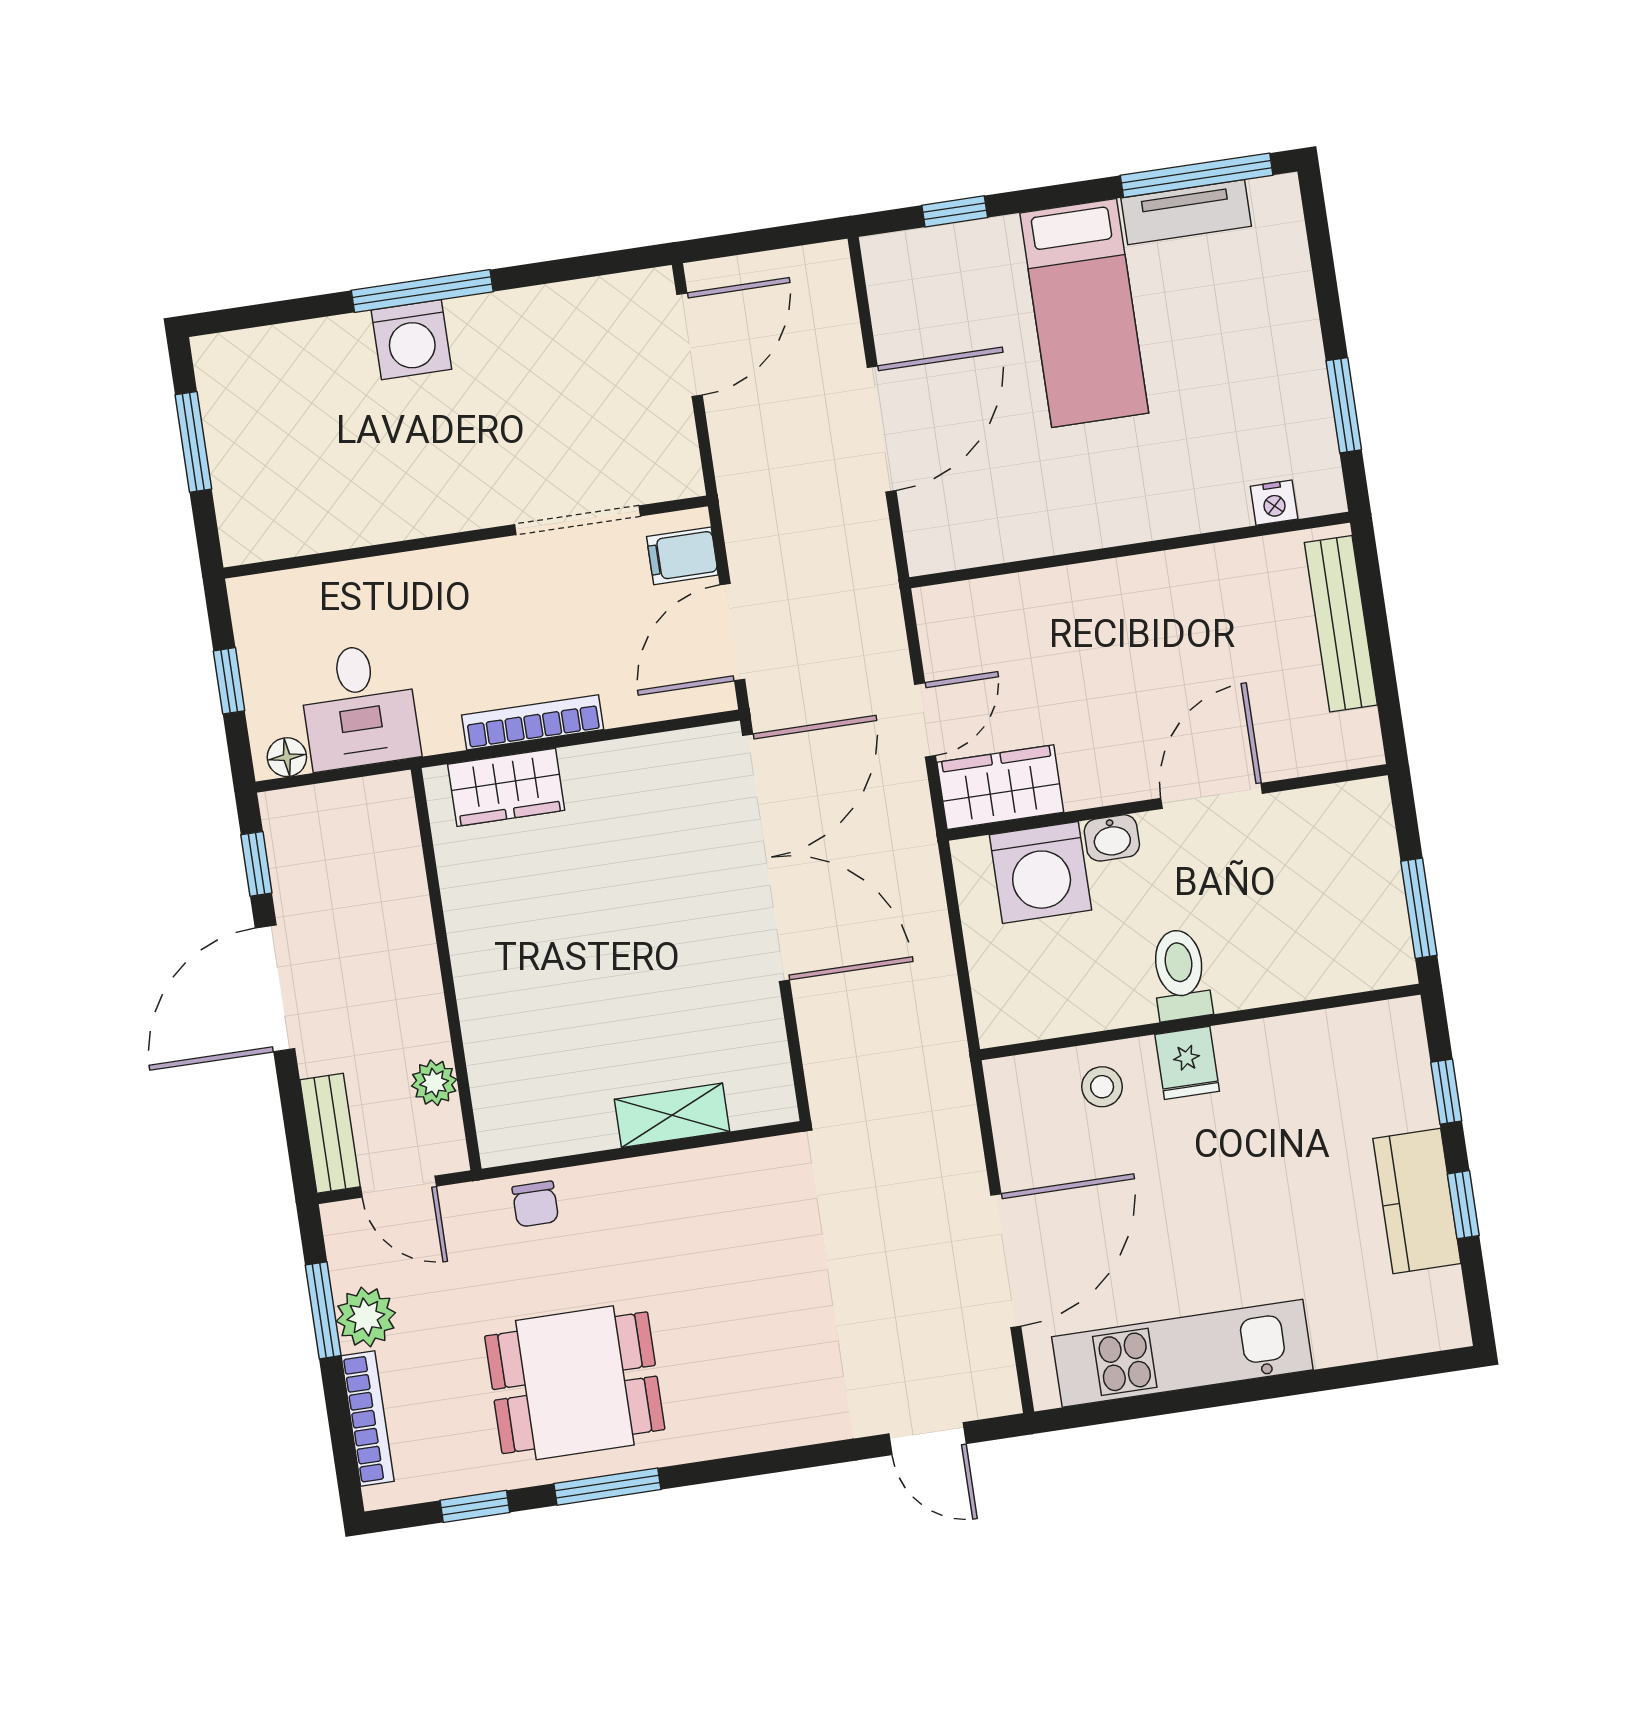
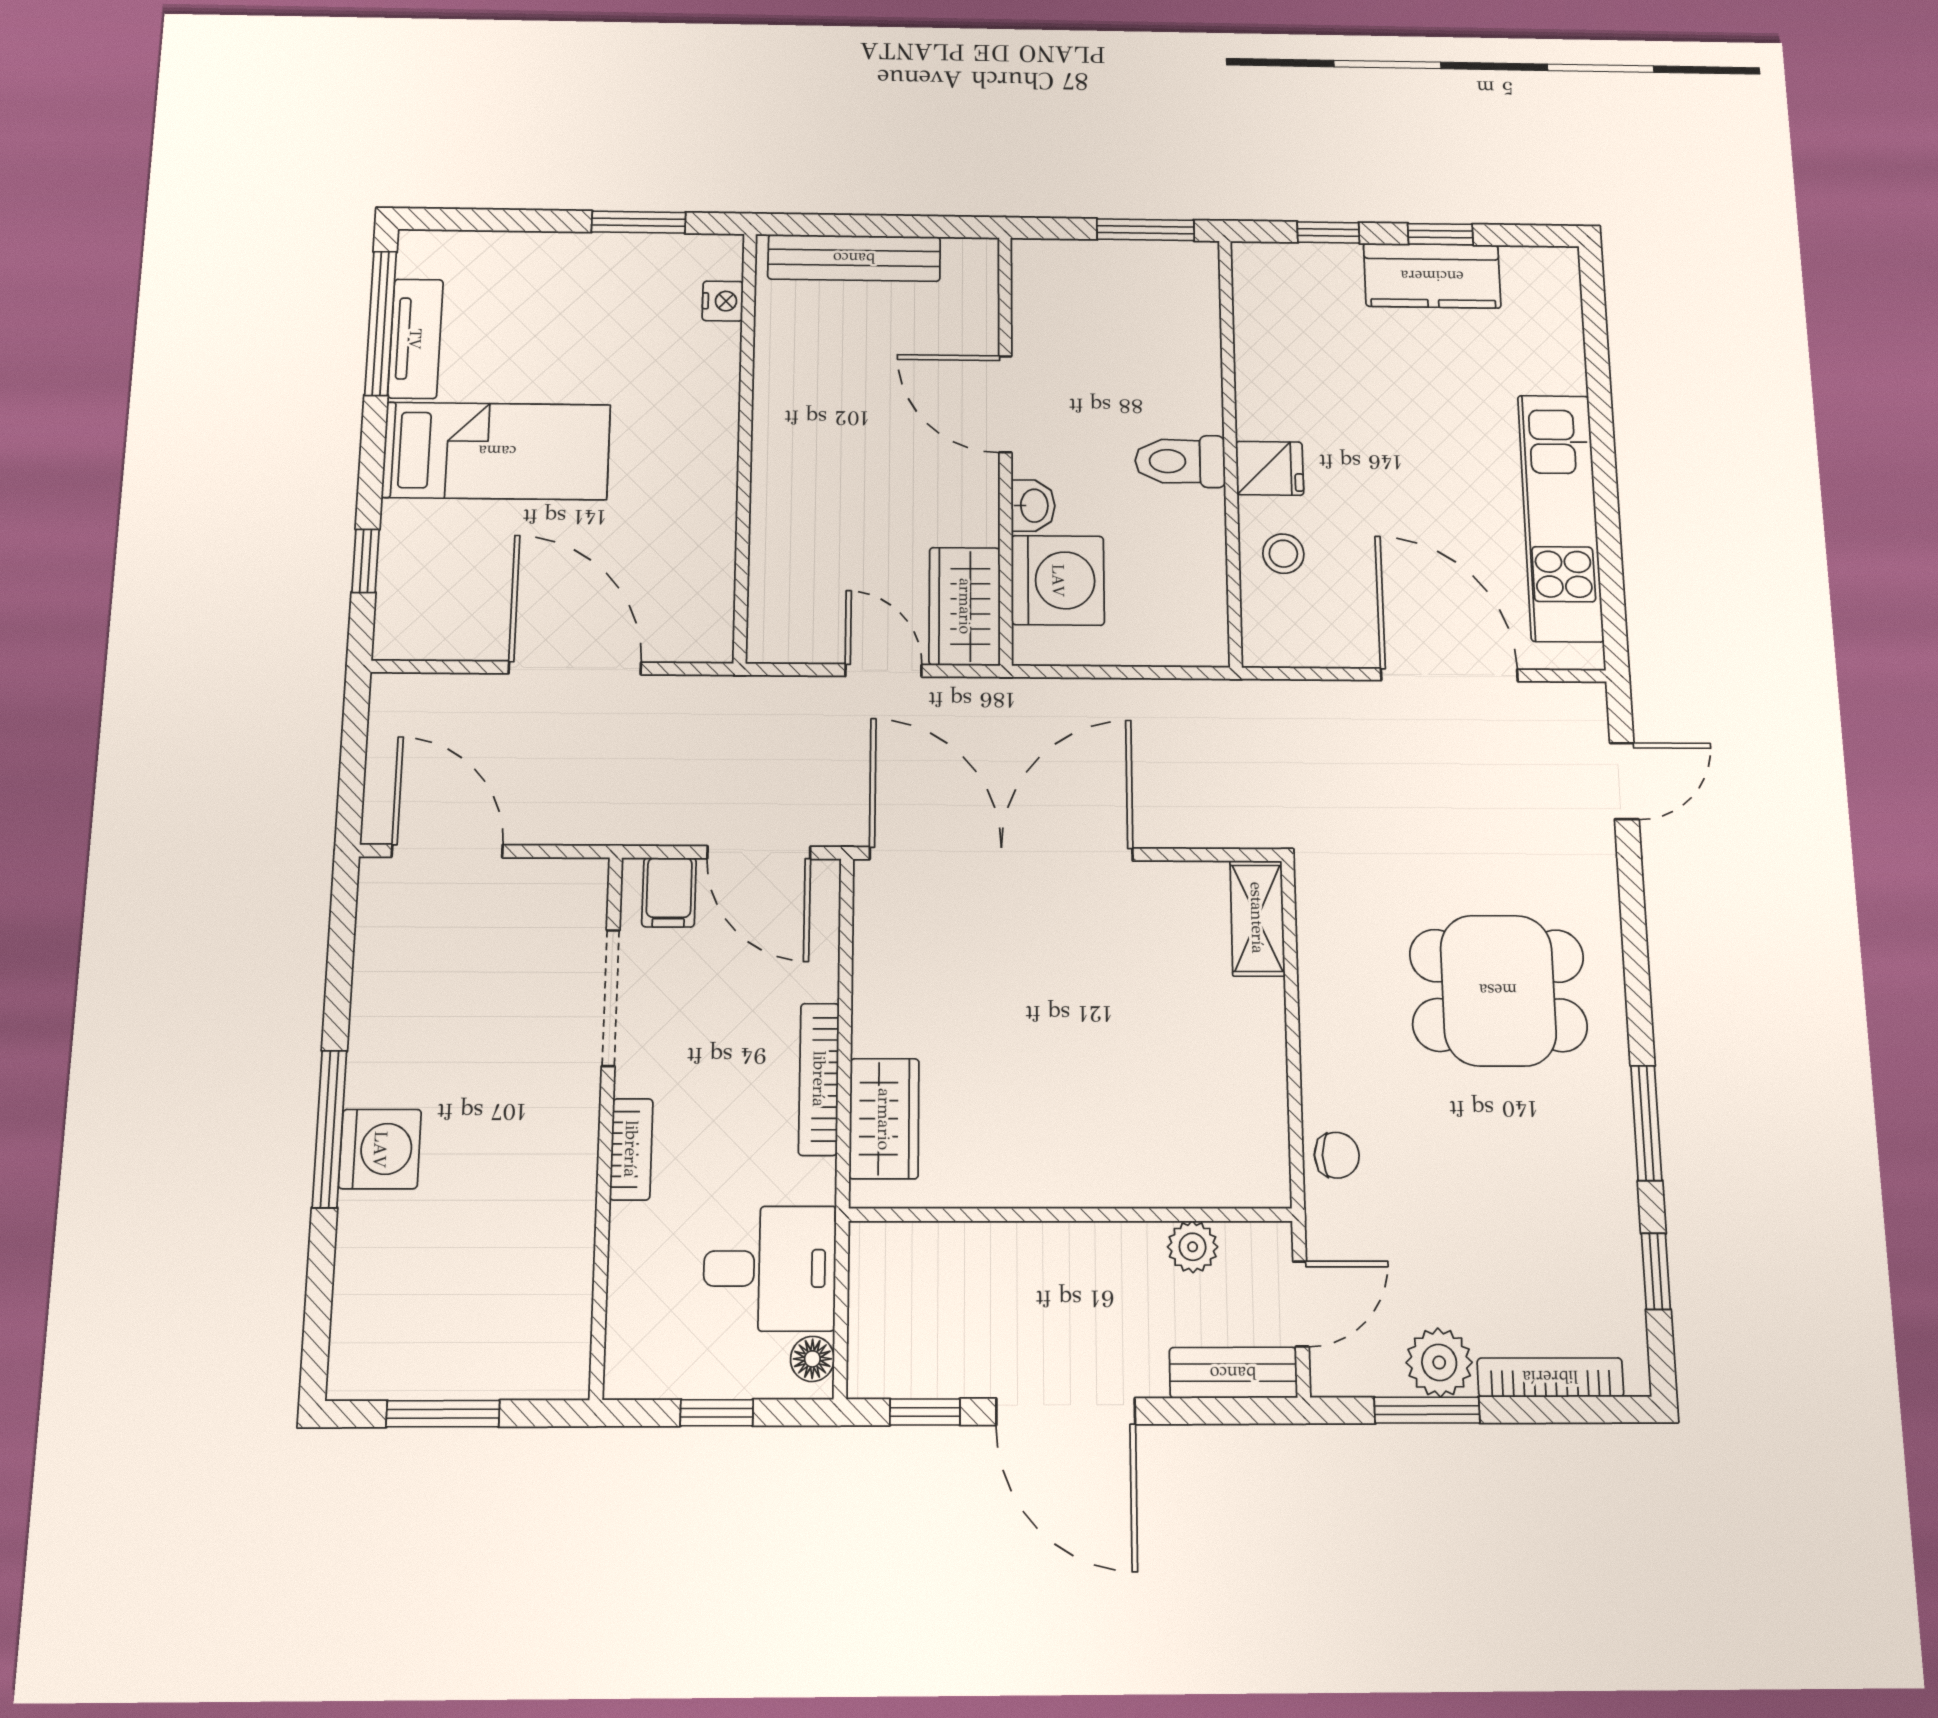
bookcase: (445, 564) -> (631, 1149), added
shelving: (672, 1115) -> (1257, 918), moved
dining table: (575, 1383) -> (1498, 990), moved, turned 90

